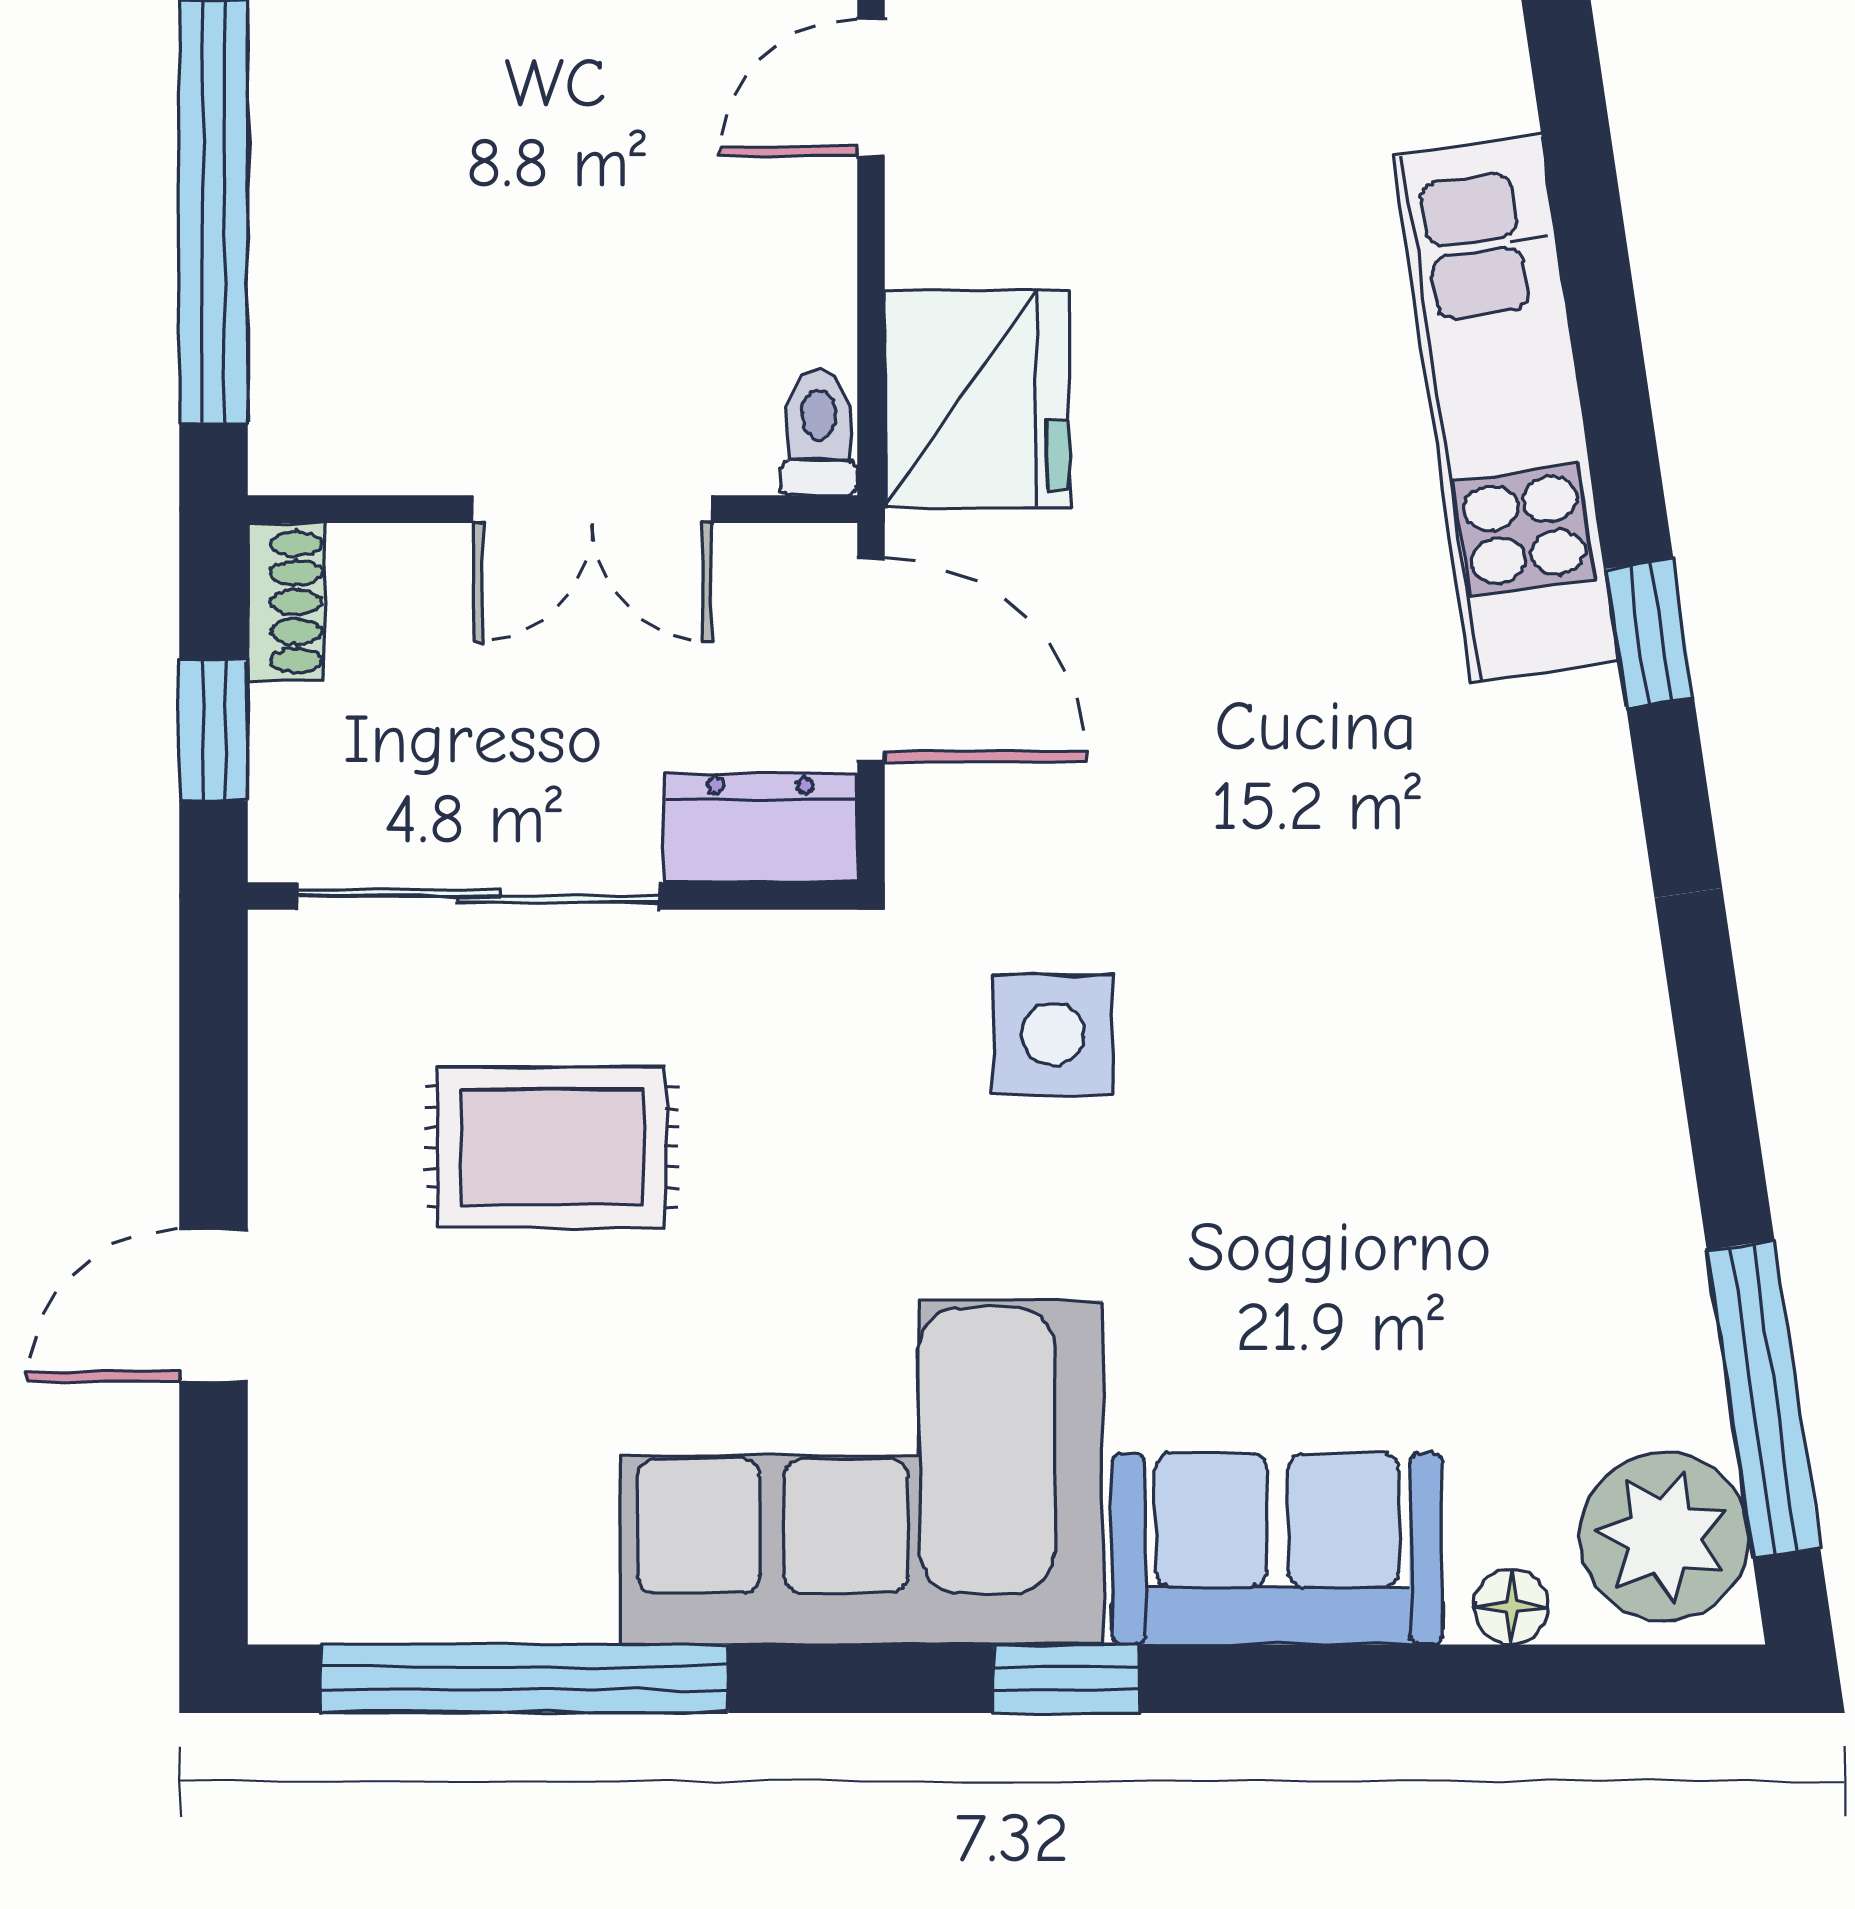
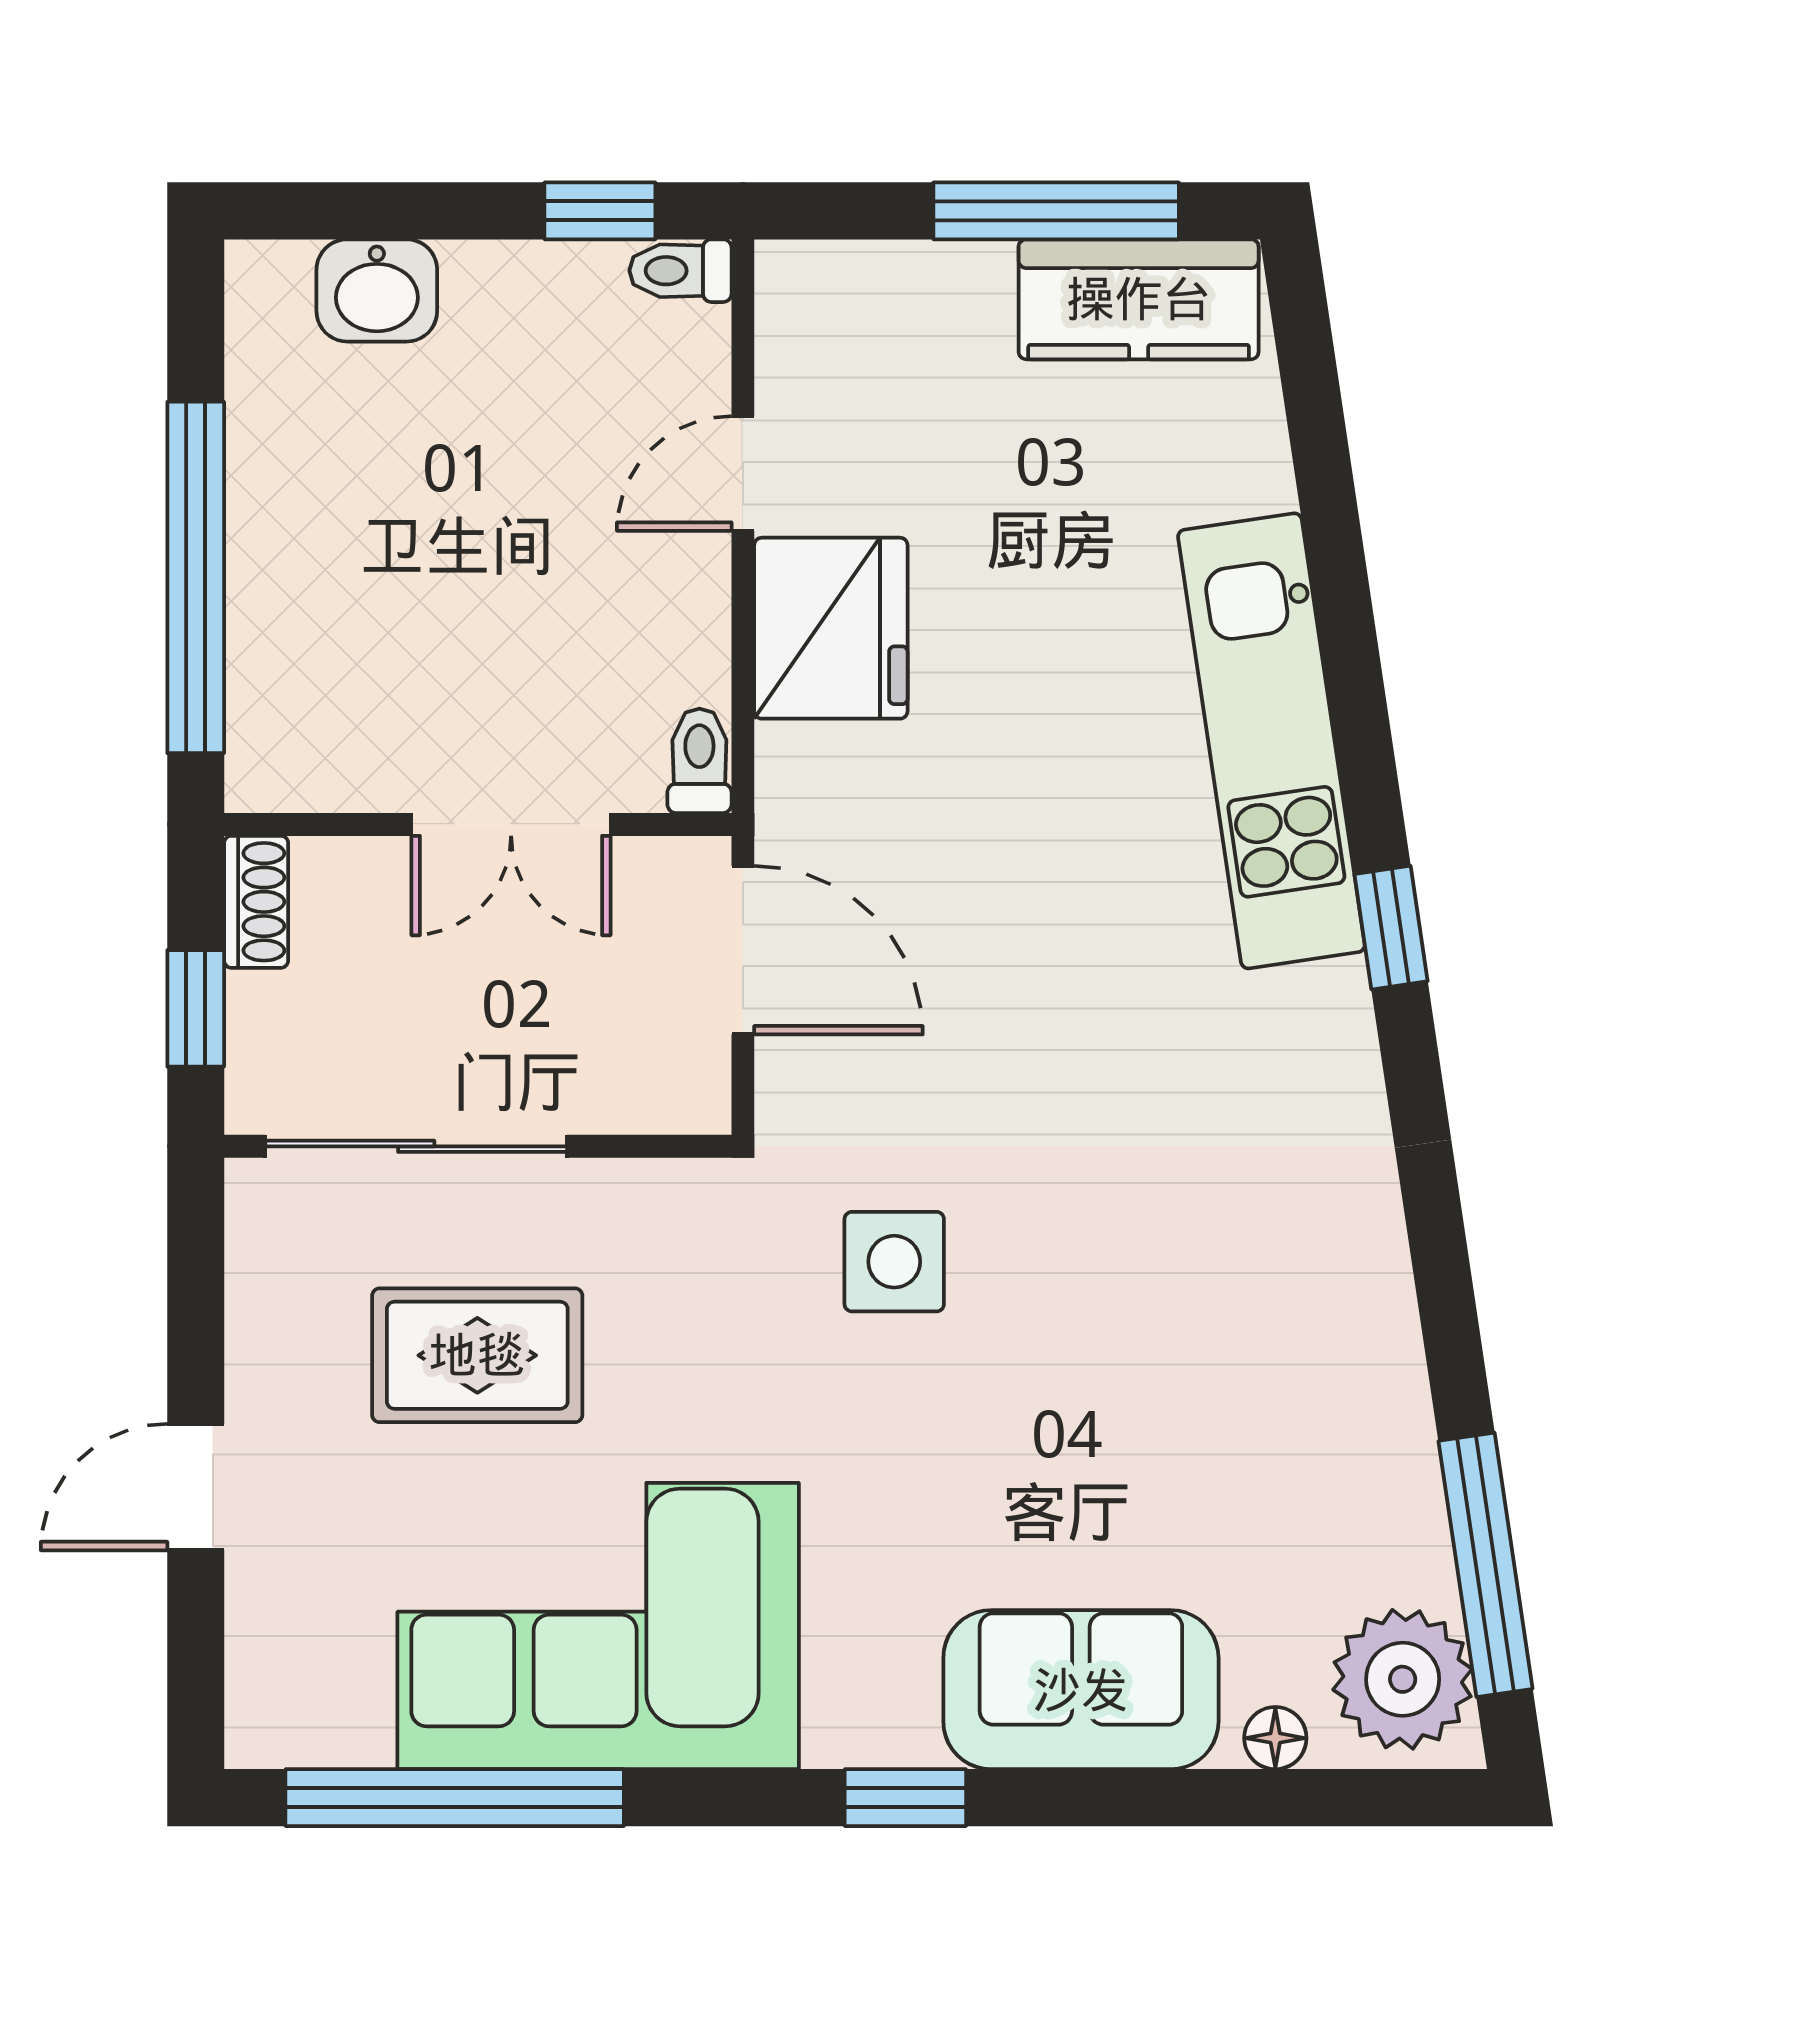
fridge: (977, 399) -> (831, 628), moved
dresser: (761, 828) -> (651, 1090), removed
corner sofa: (862, 1473) -> (598, 1626), moved

